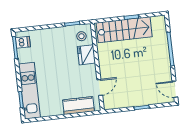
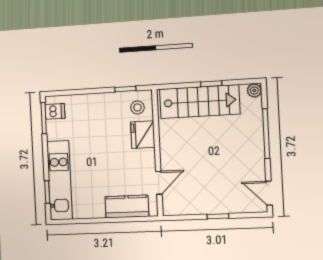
plant: (161, 20) -> (254, 90), added

